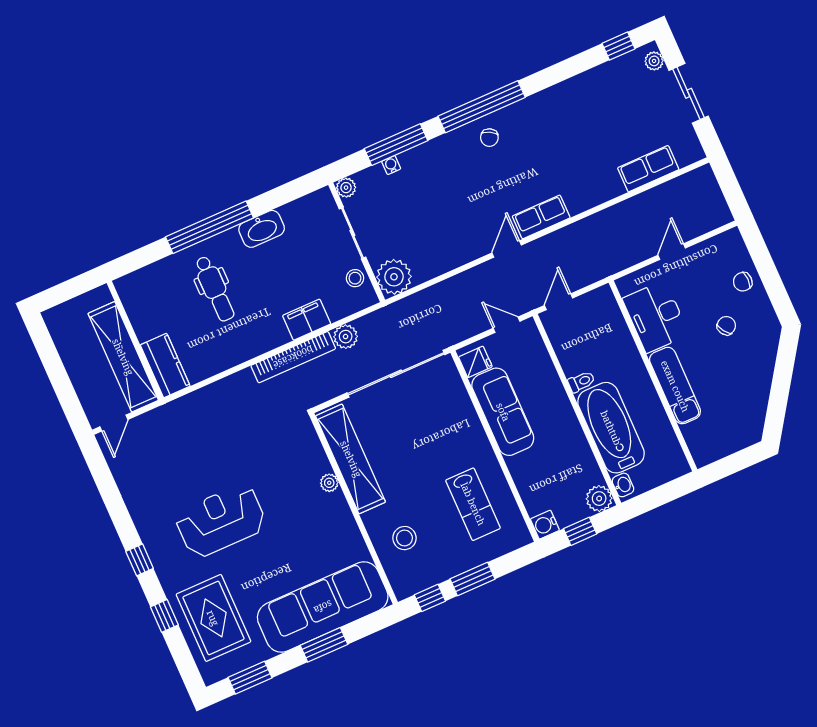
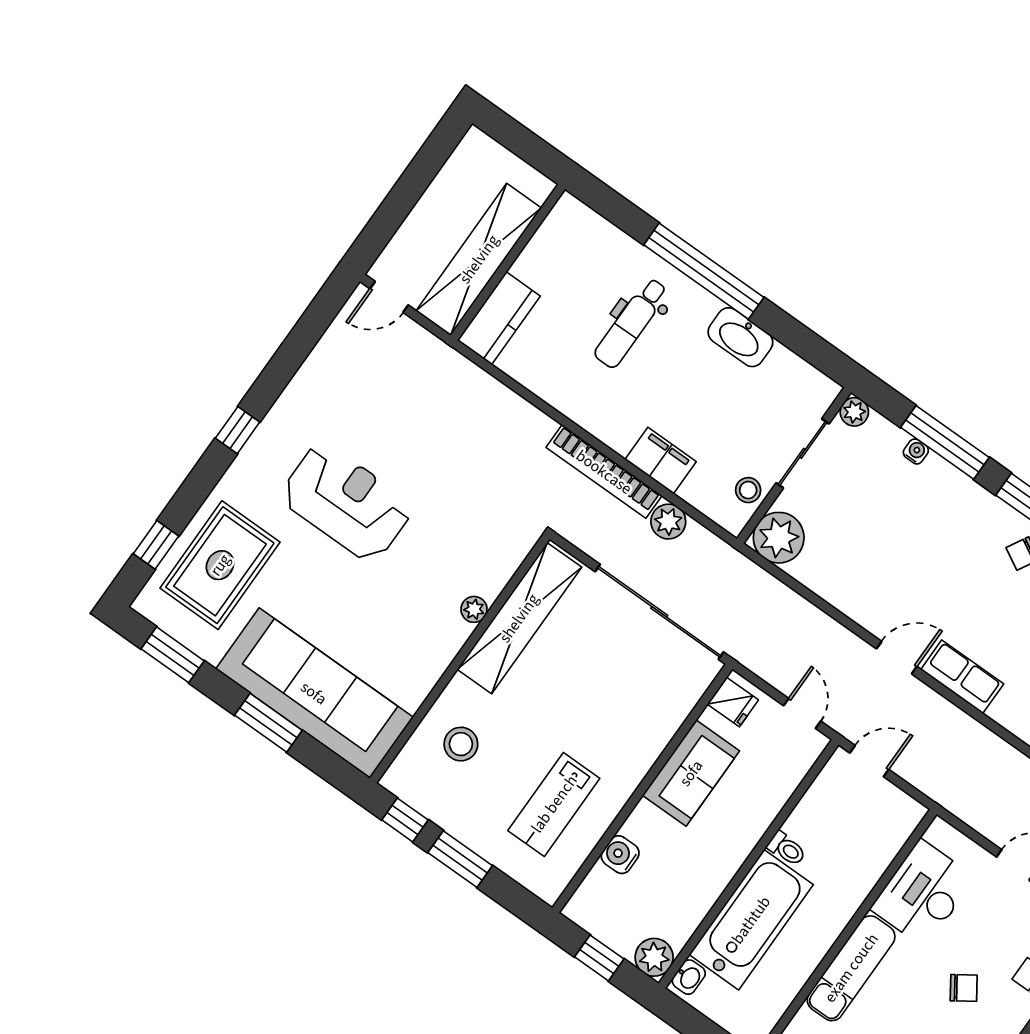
sofa: (503, 412) -> (691, 773), width x0.73
water cooler: (545, 525) -> (620, 855), moved
window: (164, 616) -> (156, 545), moved

